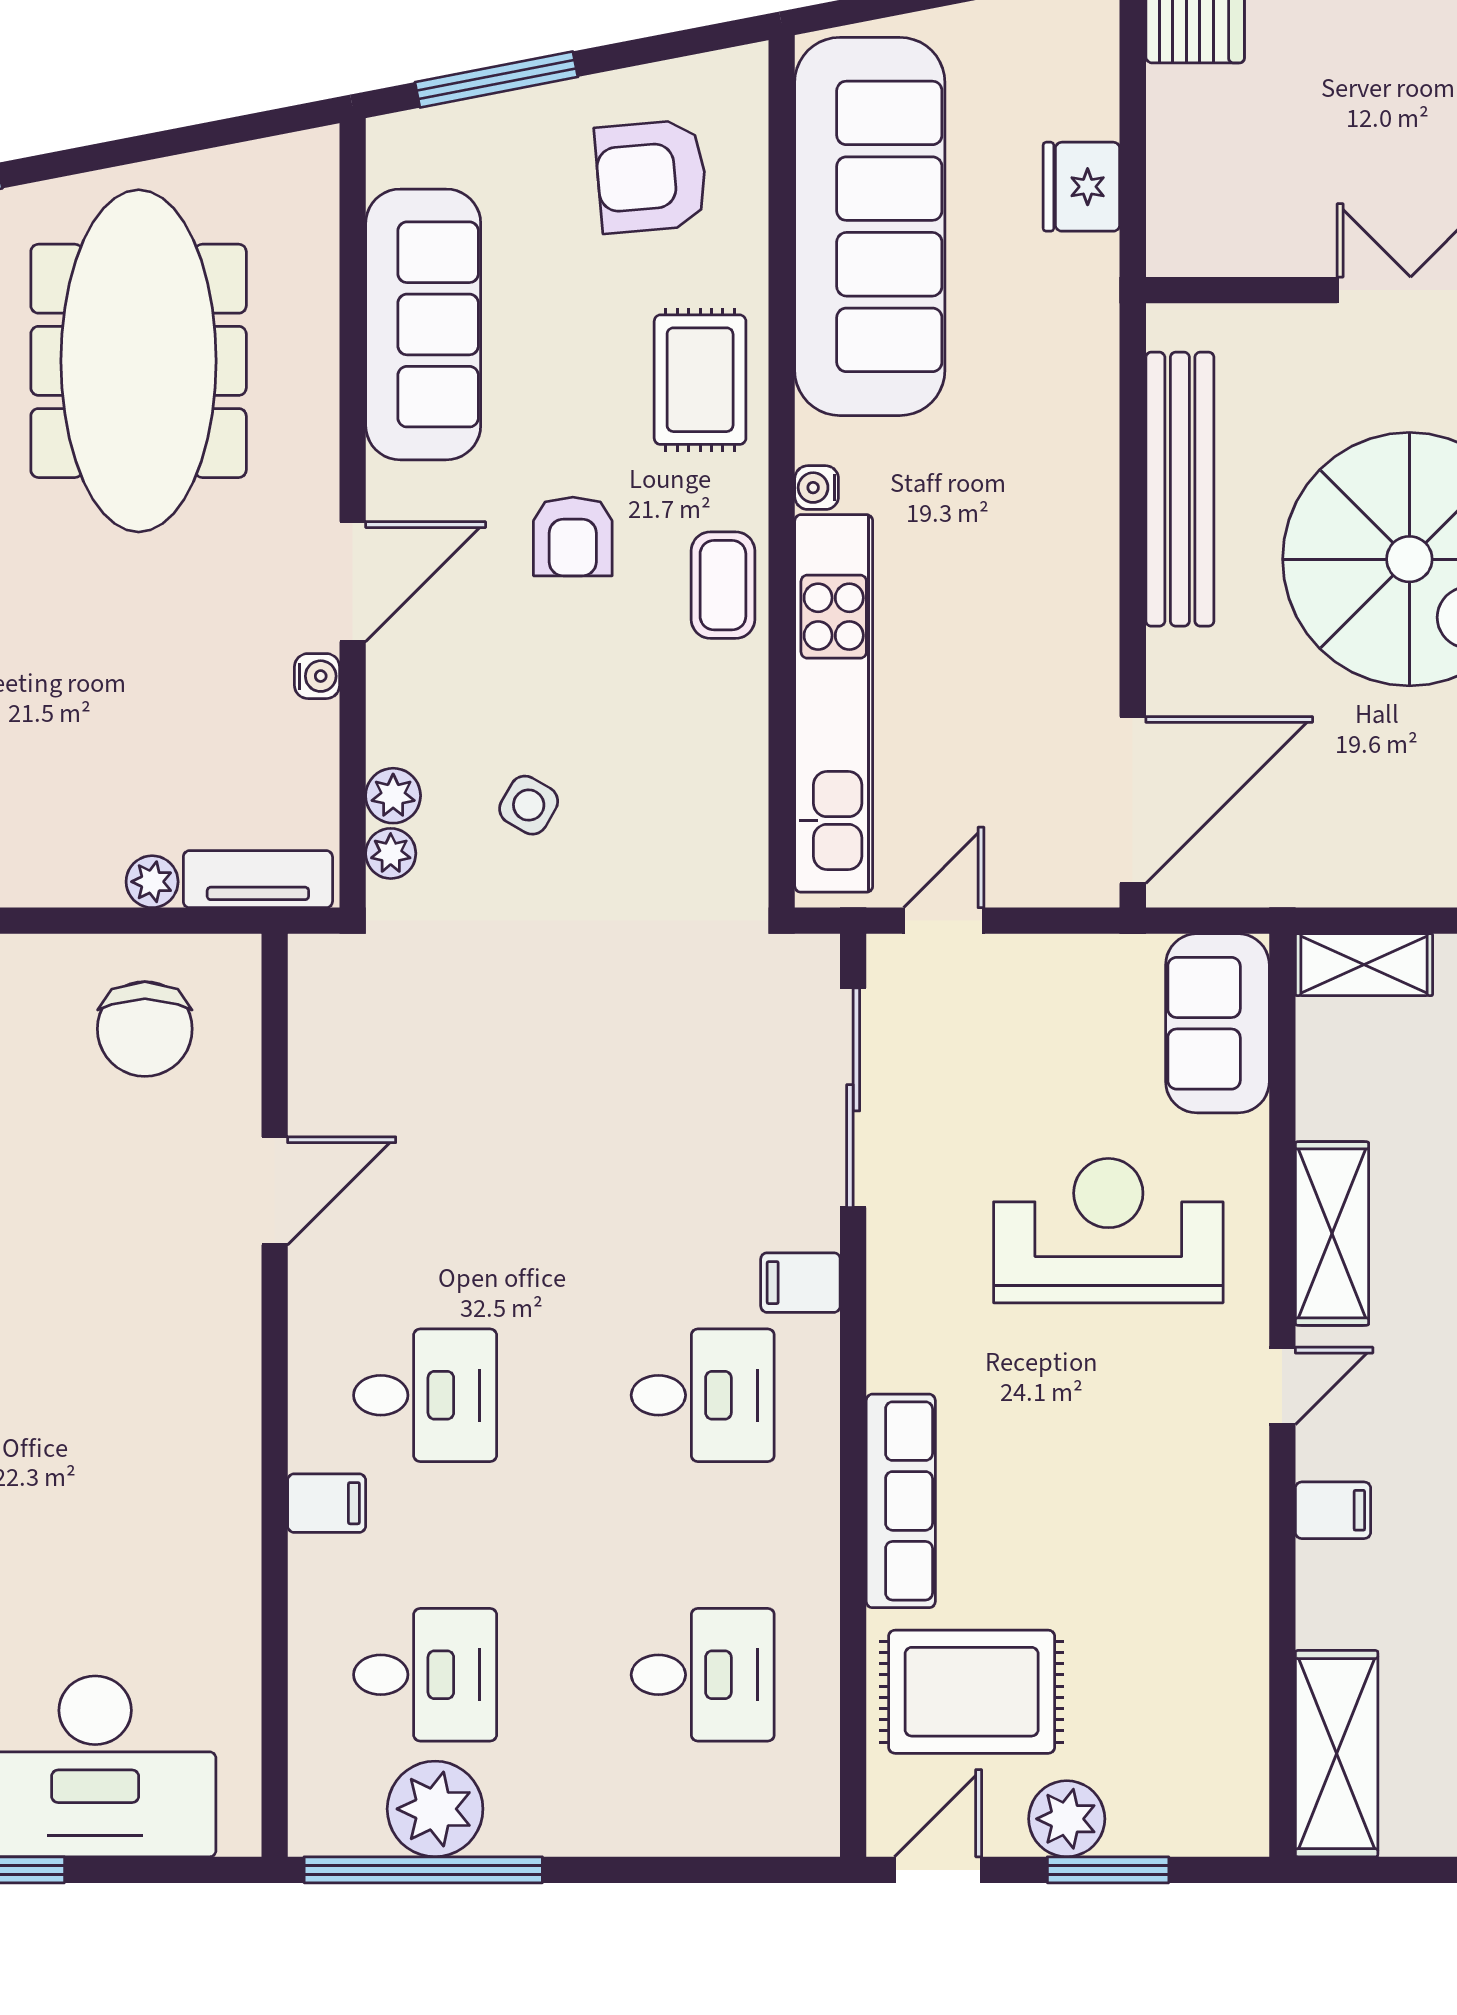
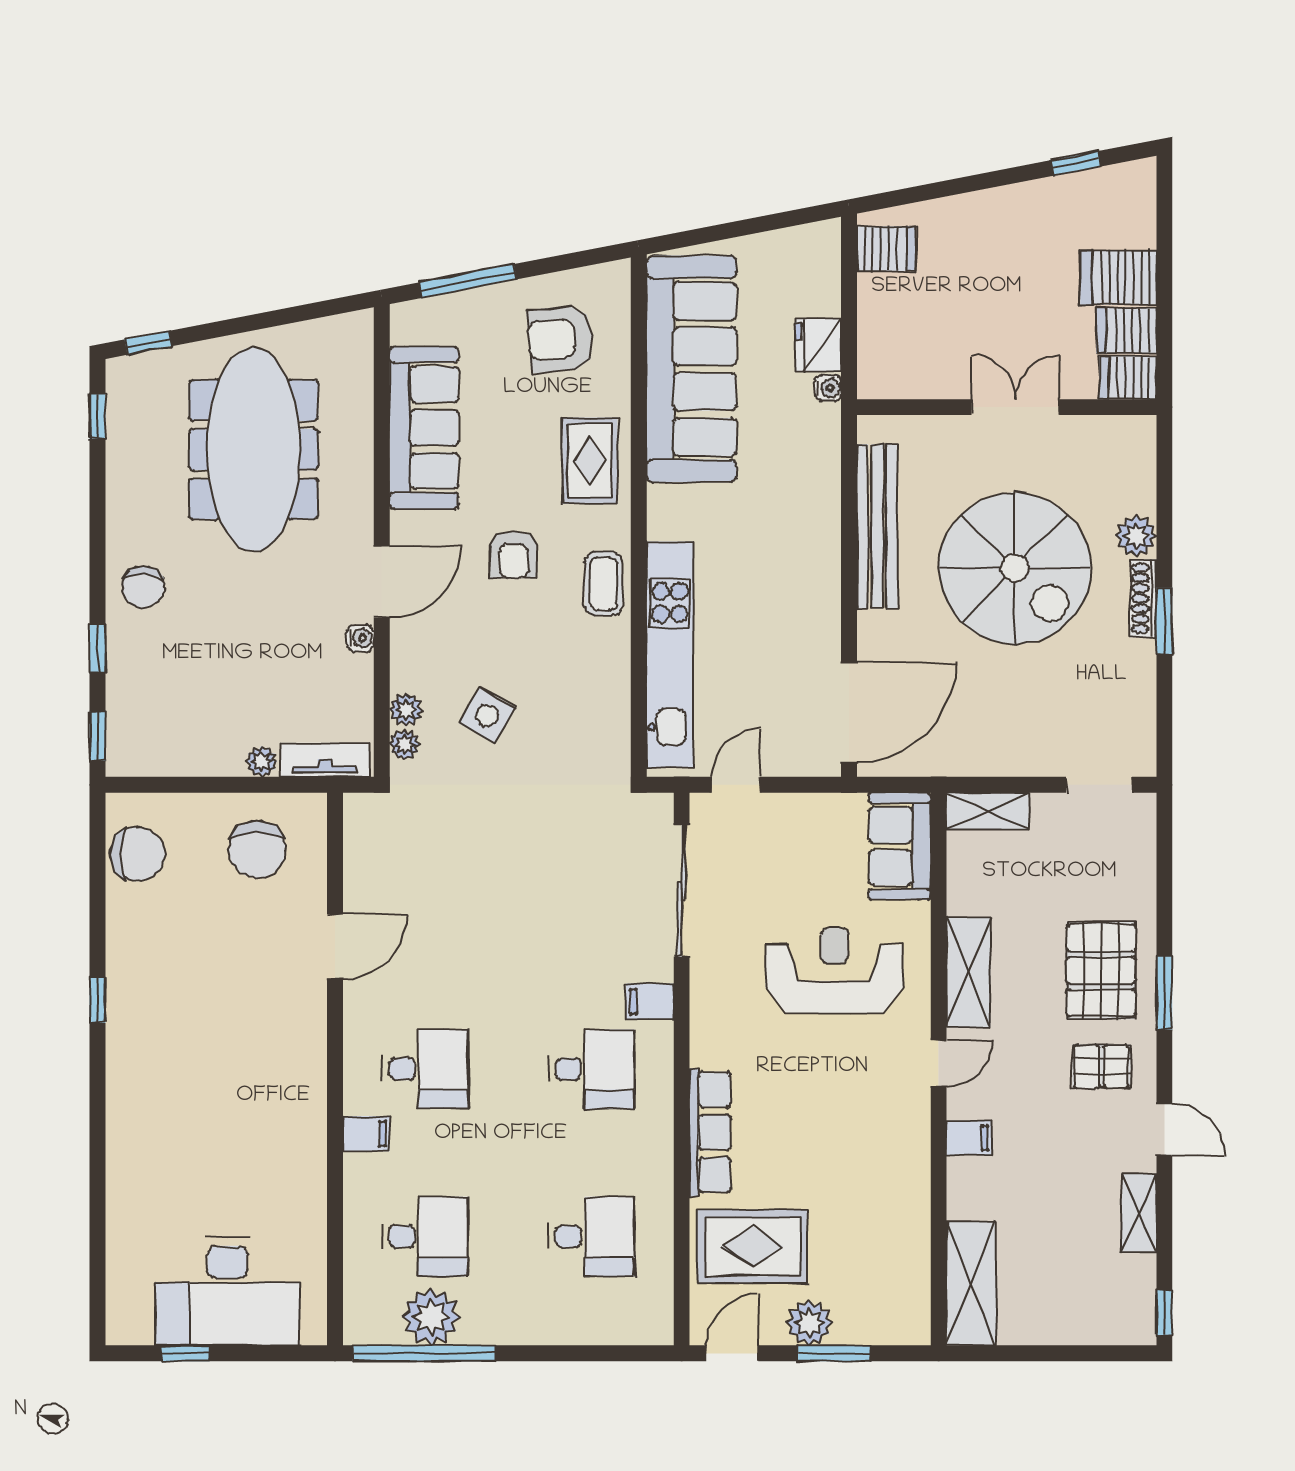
water cooler: (817, 488) -> (828, 388), moved, turned 180
side table: (529, 805) -> (487, 716), width x1.37, depth x1.37

